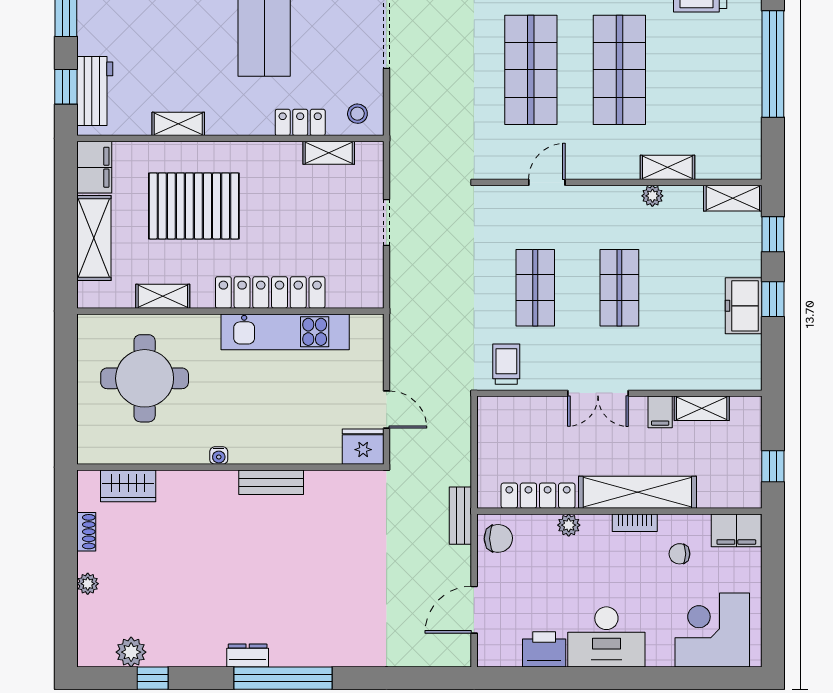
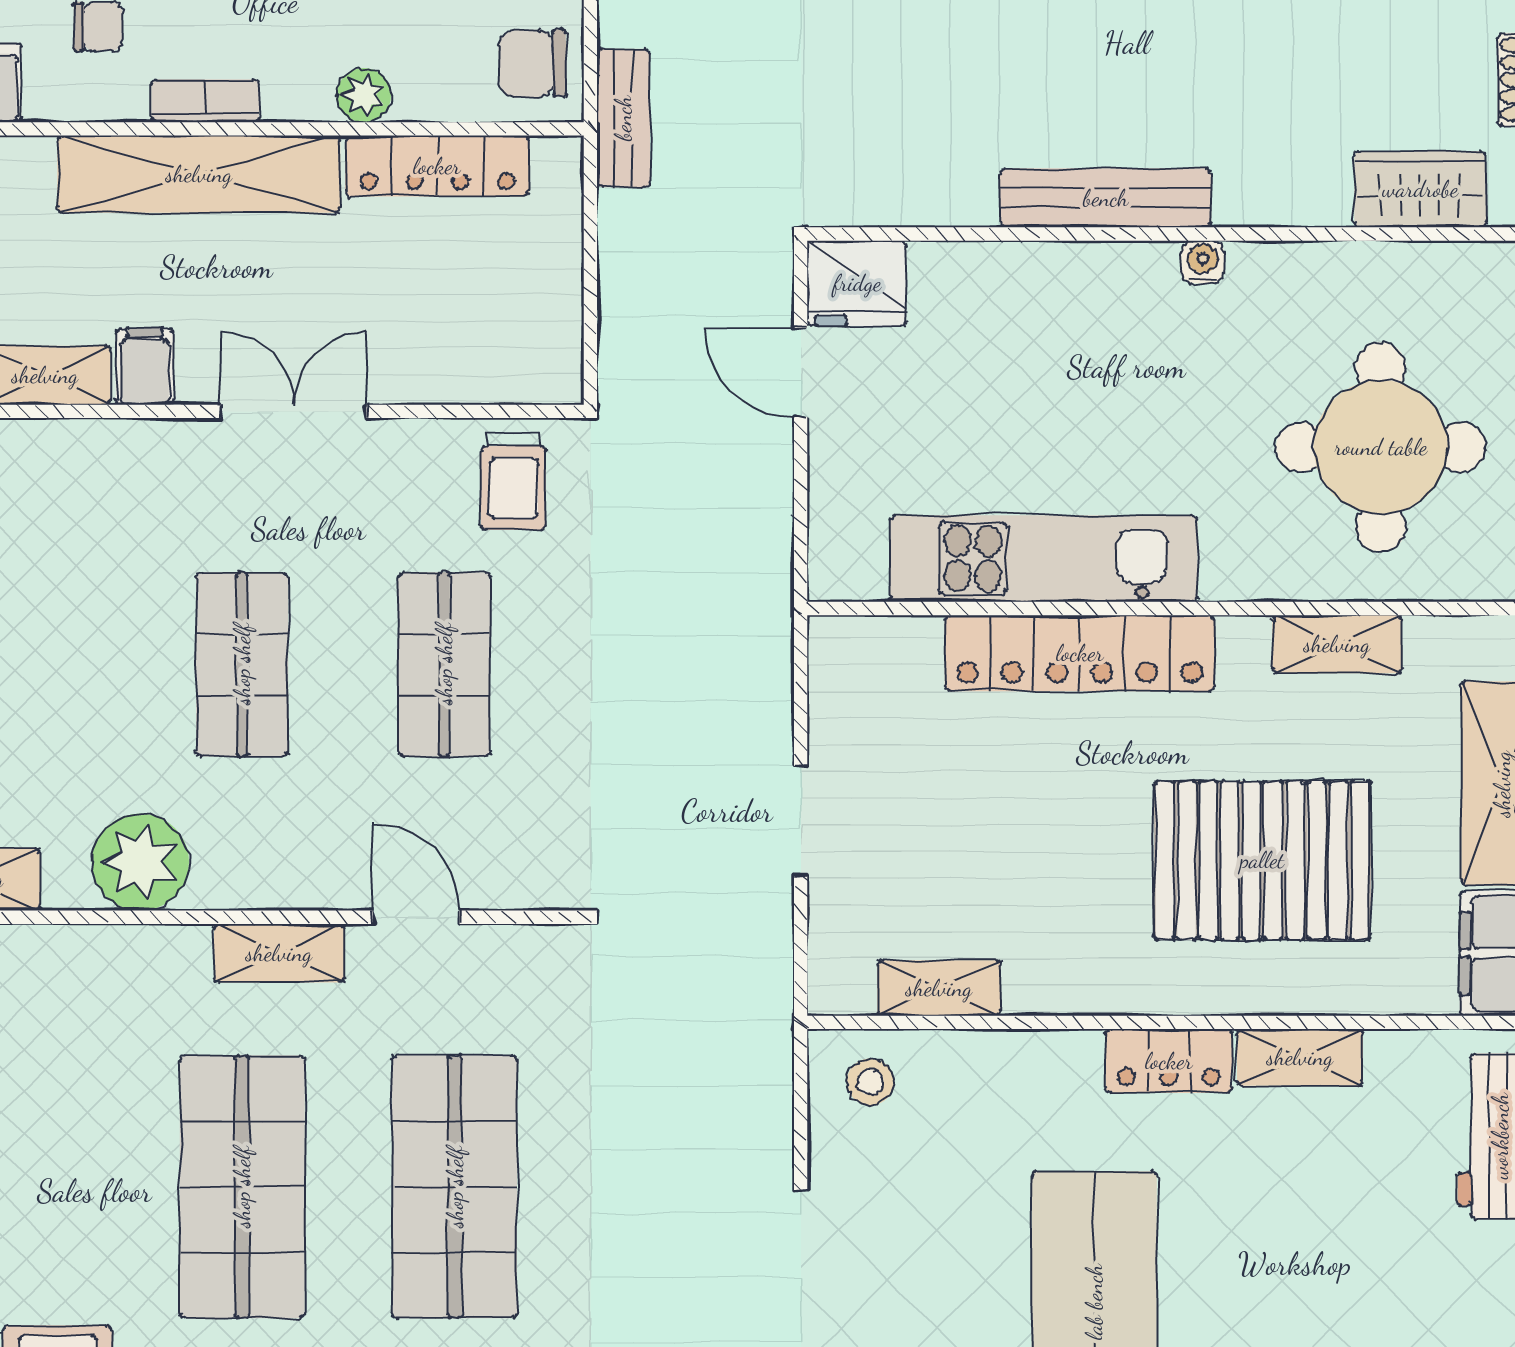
locker: (300, 122) -> (1169, 1061), moved
shelving: (667, 167) -> (279, 953), moved
door: (547, 182) -> (416, 917), swing flipped
plant: (652, 196) -> (140, 862), width x1.88, depth x1.88
bench: (271, 482) -> (1106, 198), width x1.36

